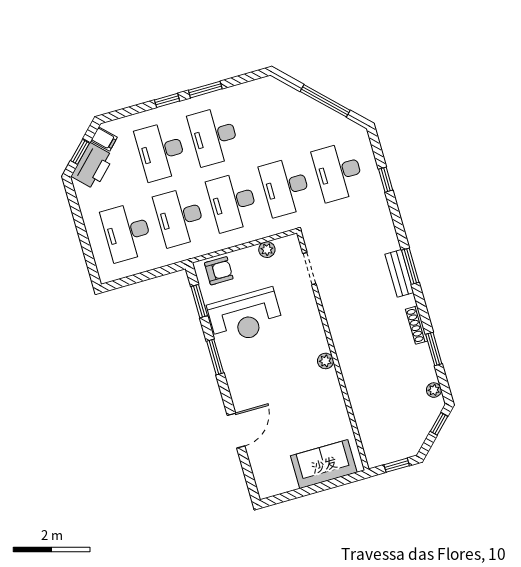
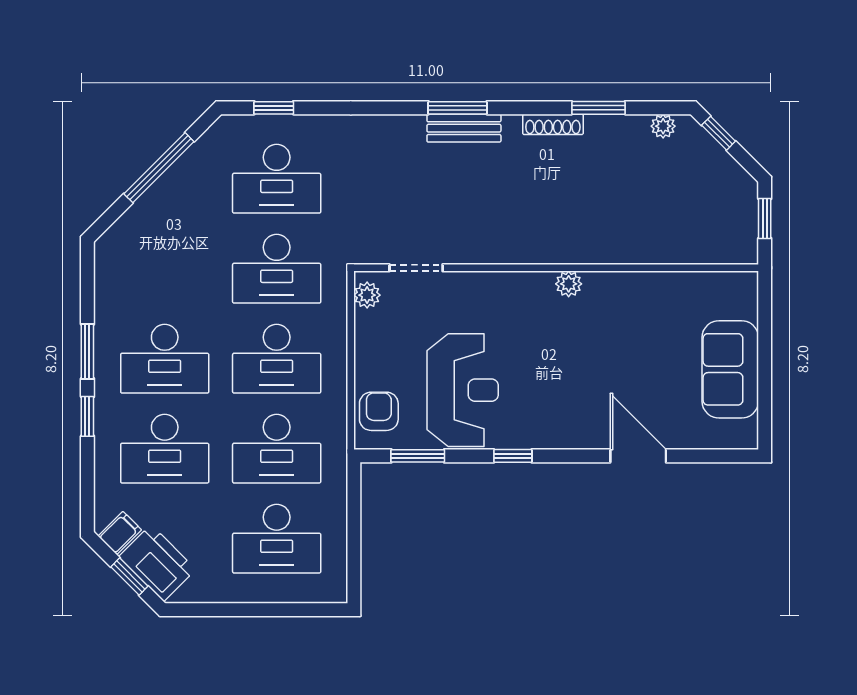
window: (386, 180) -> (274, 108), moved
plant: (267, 250) -> (367, 295), moved
window: (215, 357) -> (513, 456), width x0.67
sofa: (324, 464) -> (730, 369), moved

